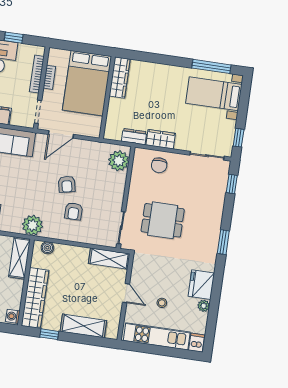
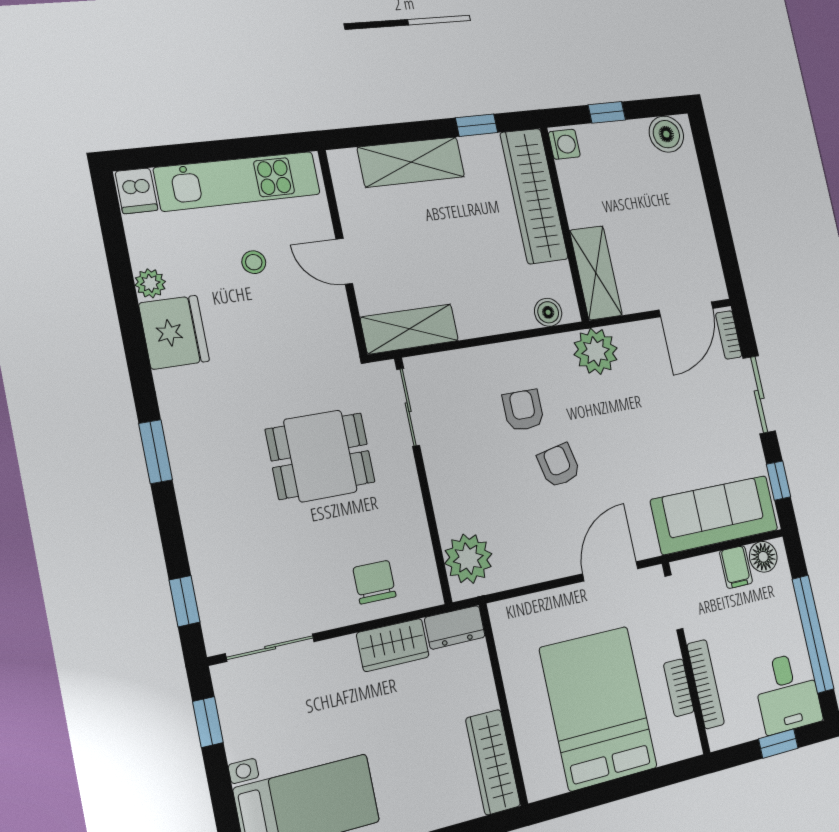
wardrobe: (120, 77) -> (493, 762), moved
wall: (107, 97) -> (503, 704), moved

